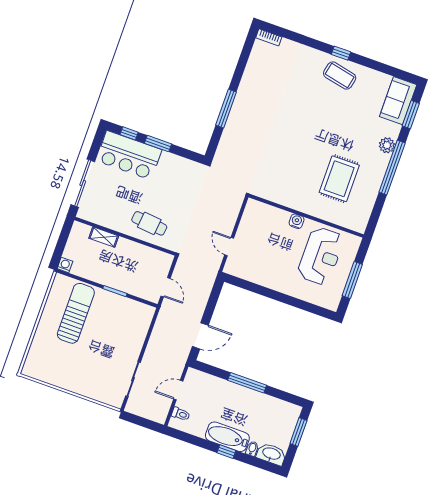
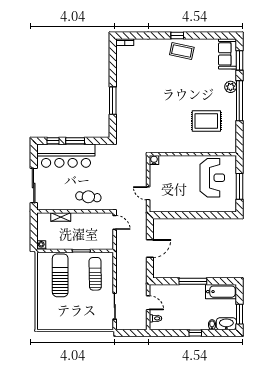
bar counter: (129, 155) -> (66, 156), width x1.36
rug: (339, 179) -> (206, 121), turned 90
water cooler: (297, 221) -> (154, 160), moved
door: (166, 287) -> (115, 222), moved
sun lounger: (122, 328) -> (95, 274), added
door: (200, 336) -> (150, 248), moved
door: (178, 390) -> (148, 303), swing flipped
window: (298, 432) -> (239, 314), moved
bathtub: (227, 437) -> (221, 292), moved, turned 180

